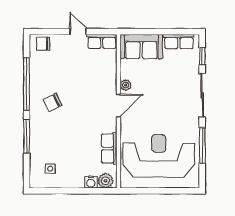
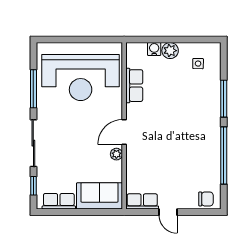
chair: (53, 102) -> (196, 135), removed
plant: (105, 181) -> (170, 51), moved

